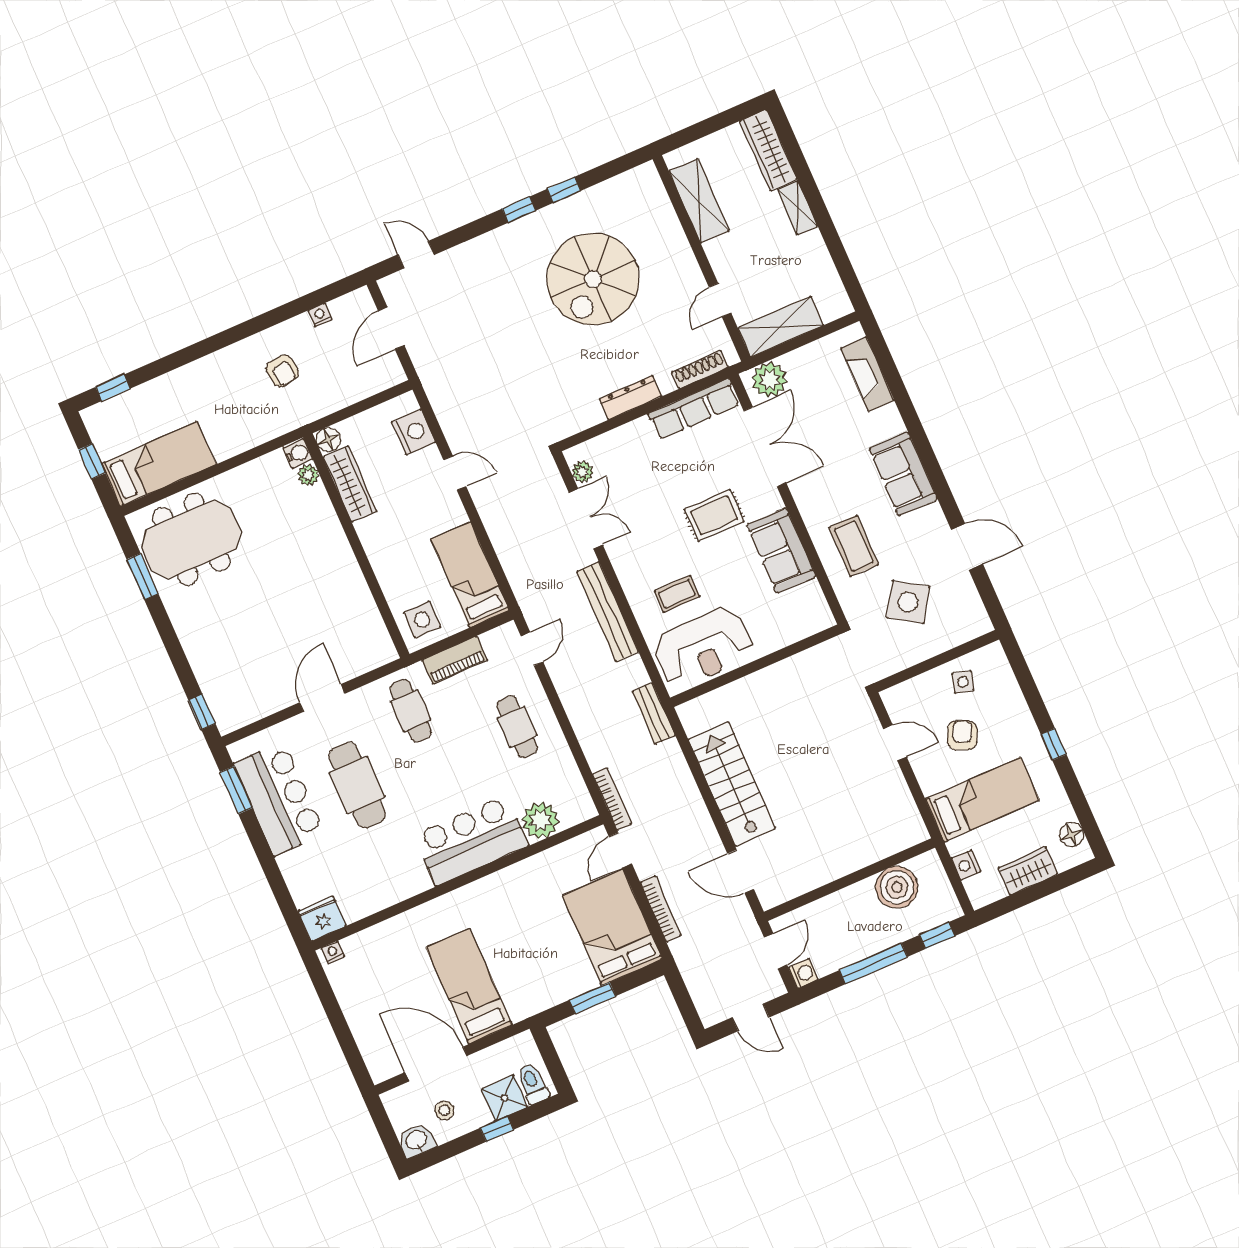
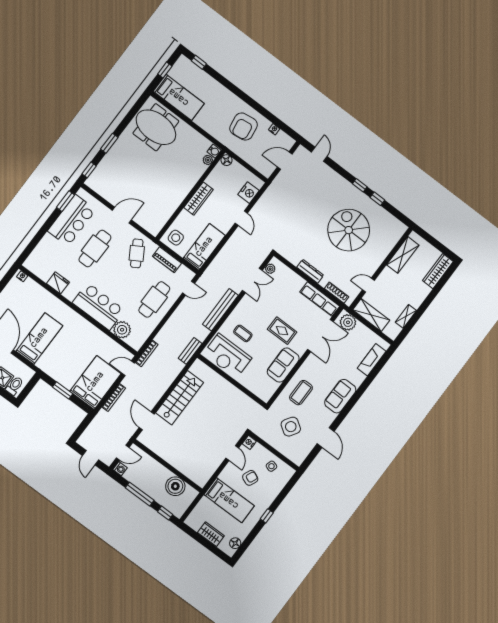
shelving: (798, 208) -> (406, 316), moved
spiral stairs: (593, 279) -> (349, 230), turned 90
armchair: (282, 371) -> (244, 127), width x1.88, depth x1.88
wardrobe: (350, 484) -> (199, 199), moved
window: (143, 577) -> (109, 143), moved
cafe table: (411, 711) -> (137, 253), turned -31
cafe table: (517, 727) -> (154, 299), width x1.37, depth x1.35
nightstand: (966, 865) -> (249, 442), moved
fridge: (322, 919) -> (58, 283), moved

